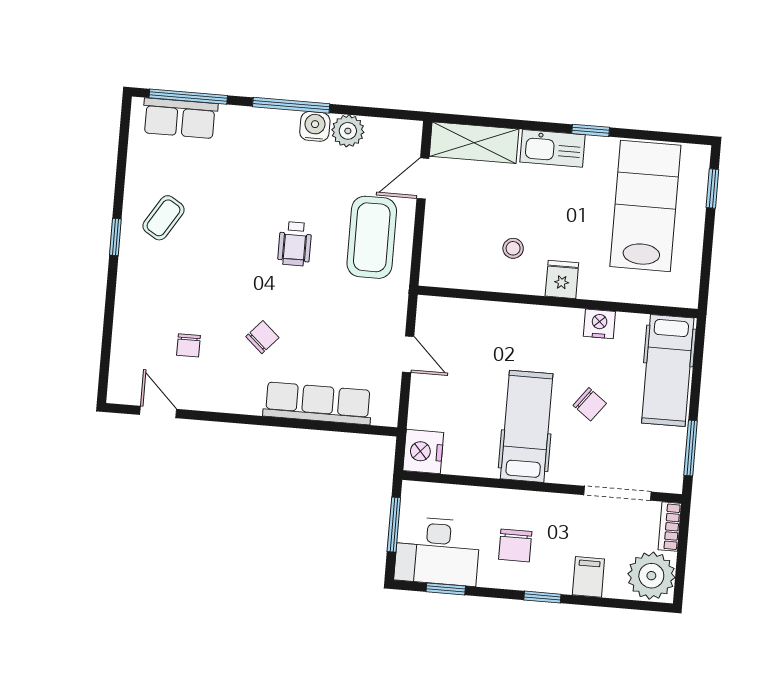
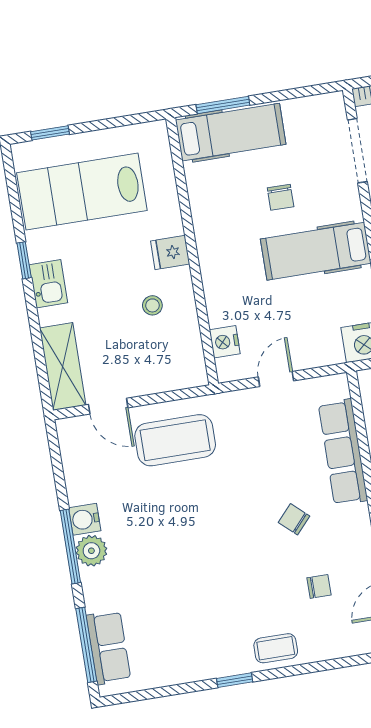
plant: (348, 131) -> (91, 551), moved
kitchen sink: (552, 148) -> (48, 284), width x0.73
coffee table: (164, 218) -> (276, 648), moved, turned -32
wheelchair: (295, 244) -> (199, 511), removed
nightstand: (599, 324) -> (225, 342), moved
chair: (590, 404) -> (281, 197), turned 143
window: (691, 448) -> (223, 105), moved

